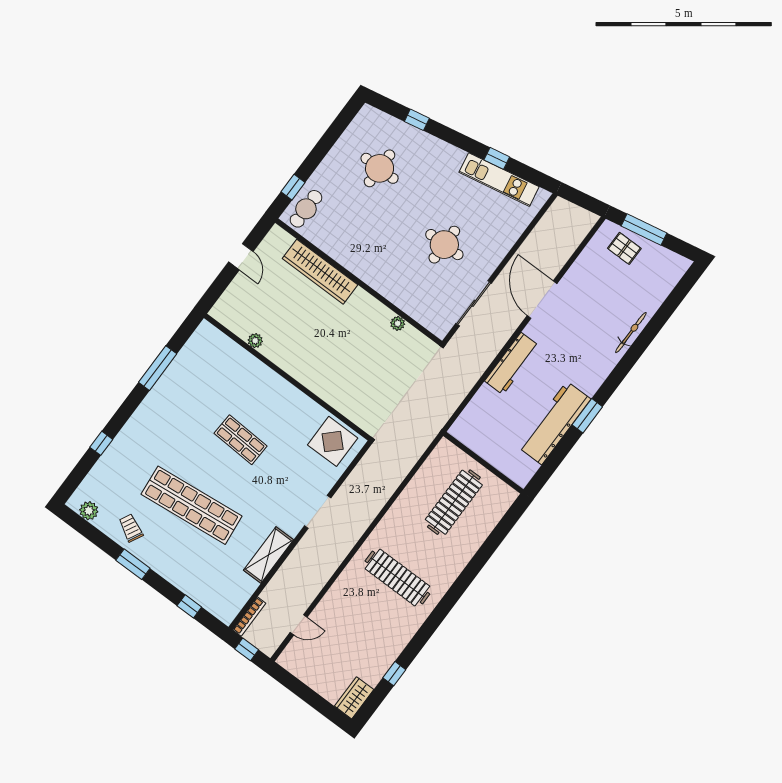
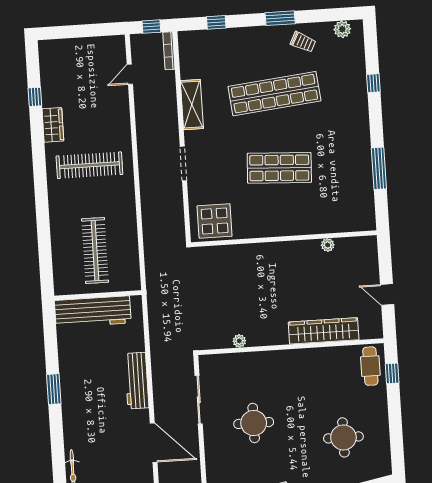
workbench: (554, 423) -> (93, 312), moved, turned 90
shop shelf: (241, 440) -> (279, 168), width x1.43, depth x1.36
wardrobe: (354, 698) -> (53, 125), moved

